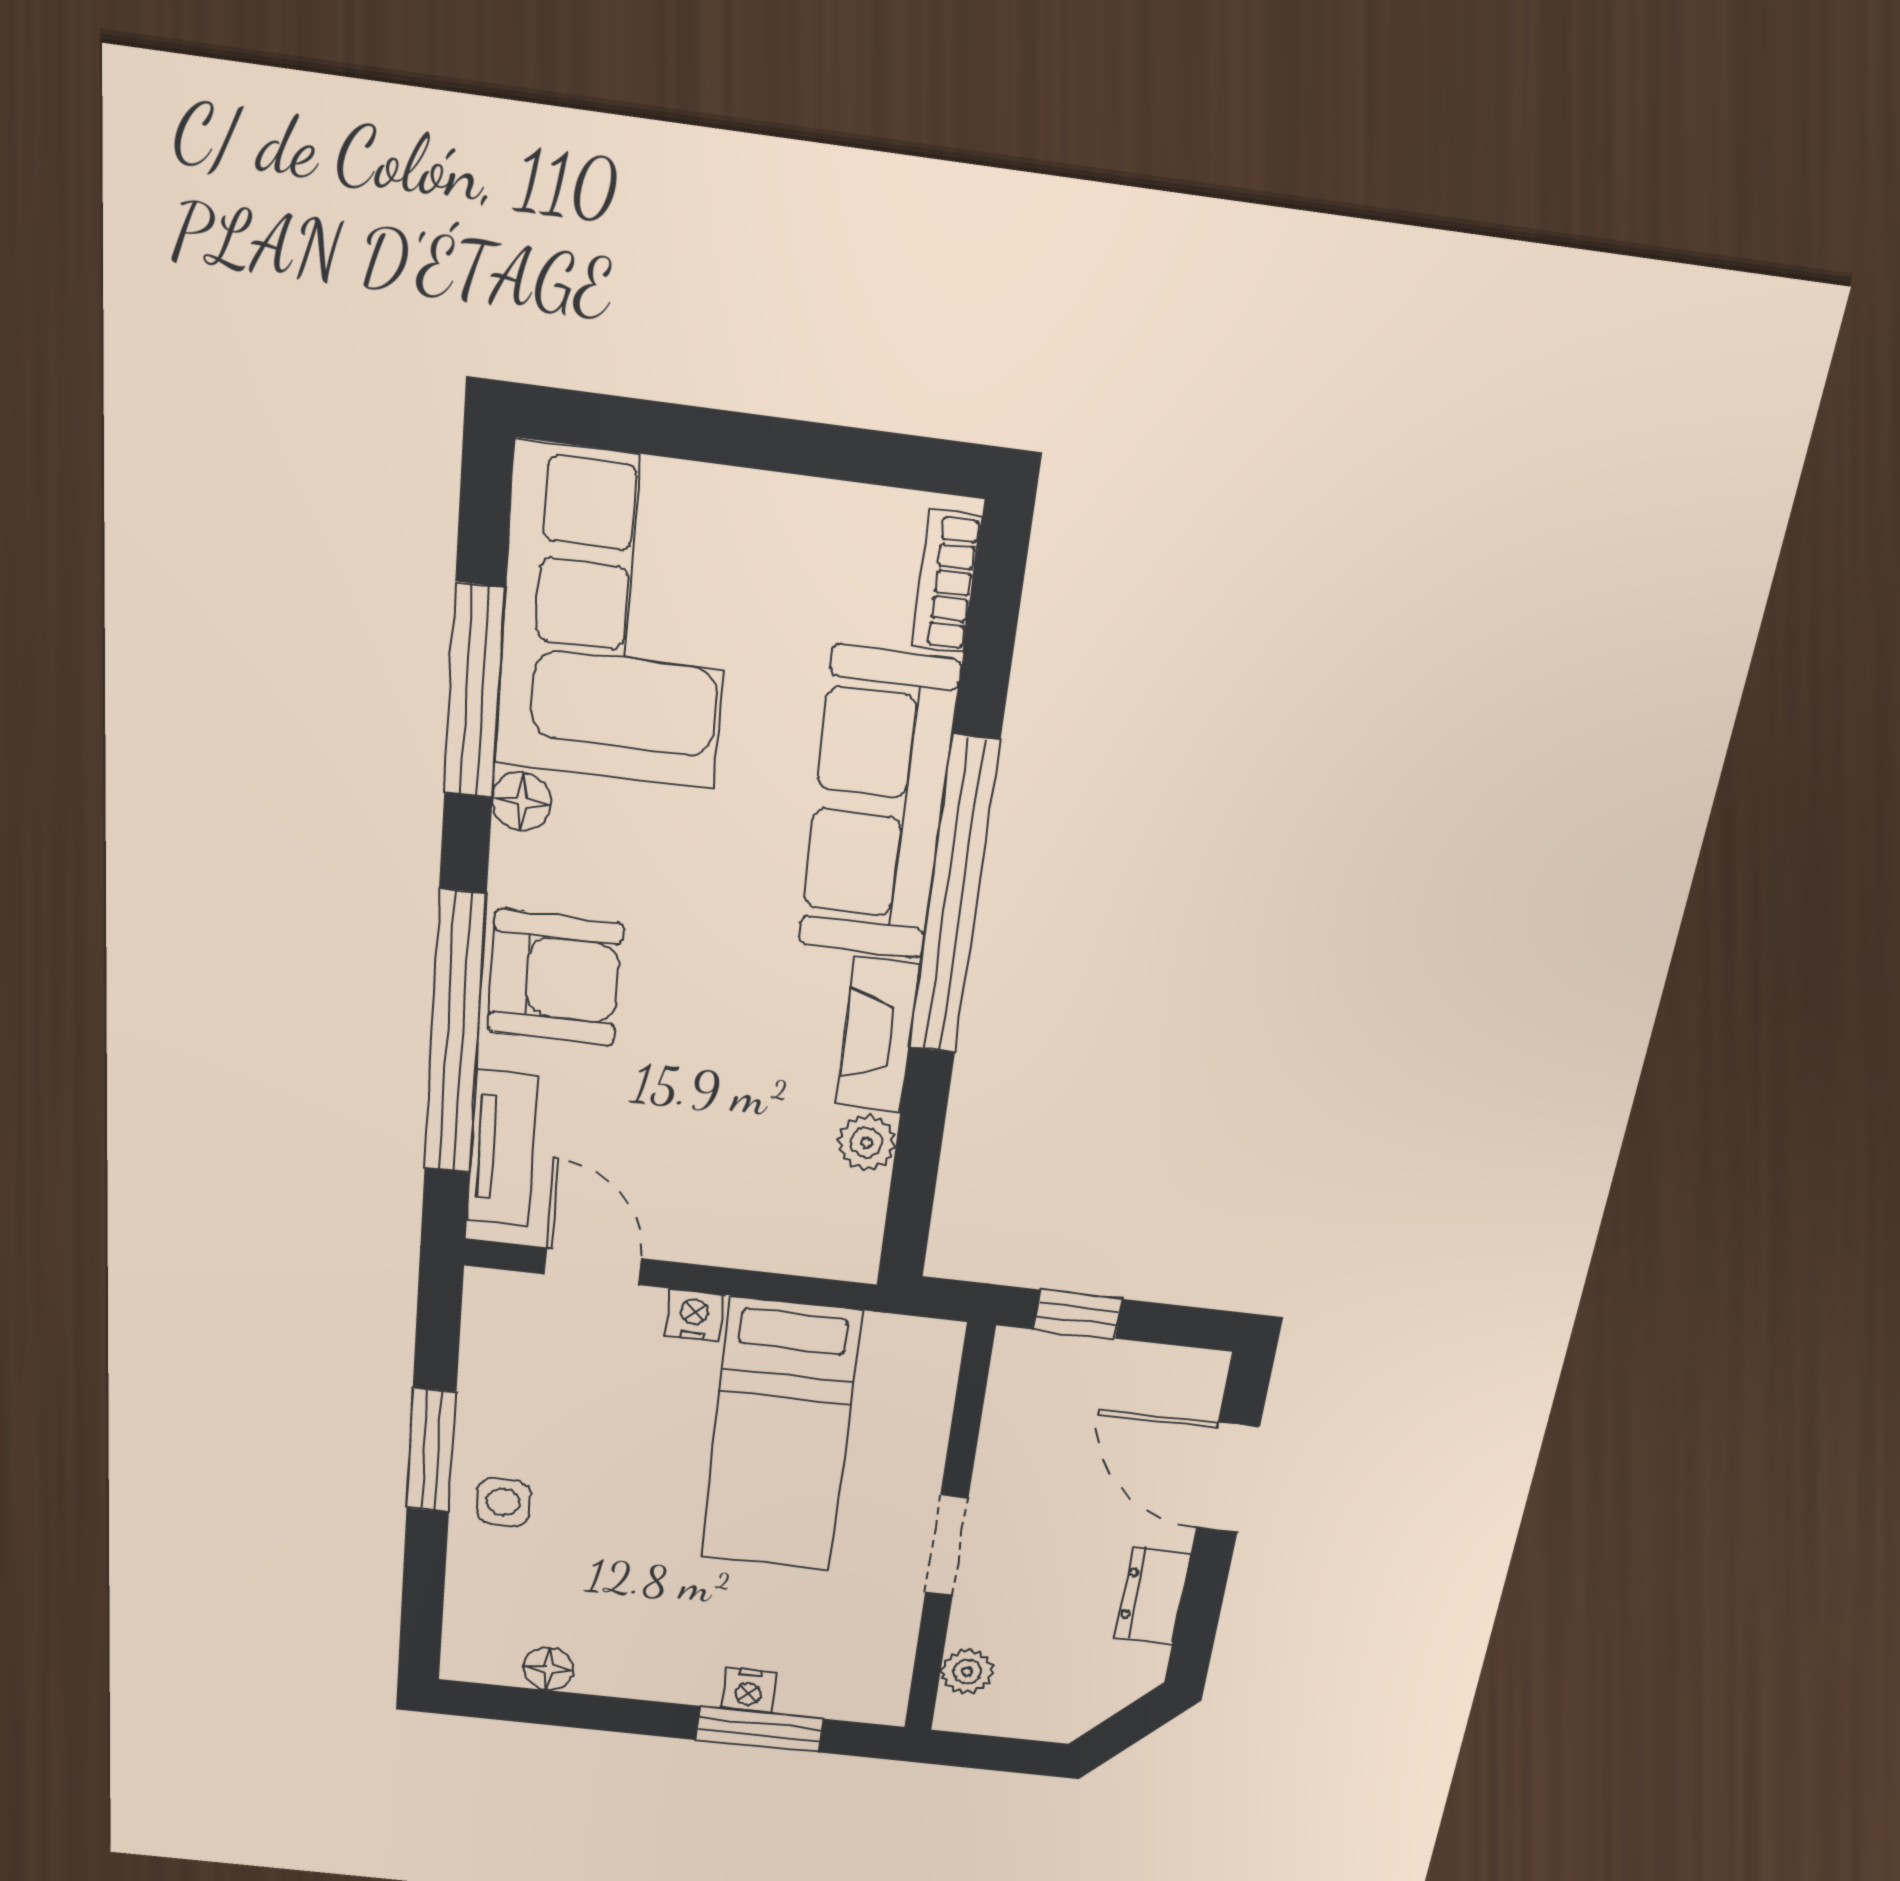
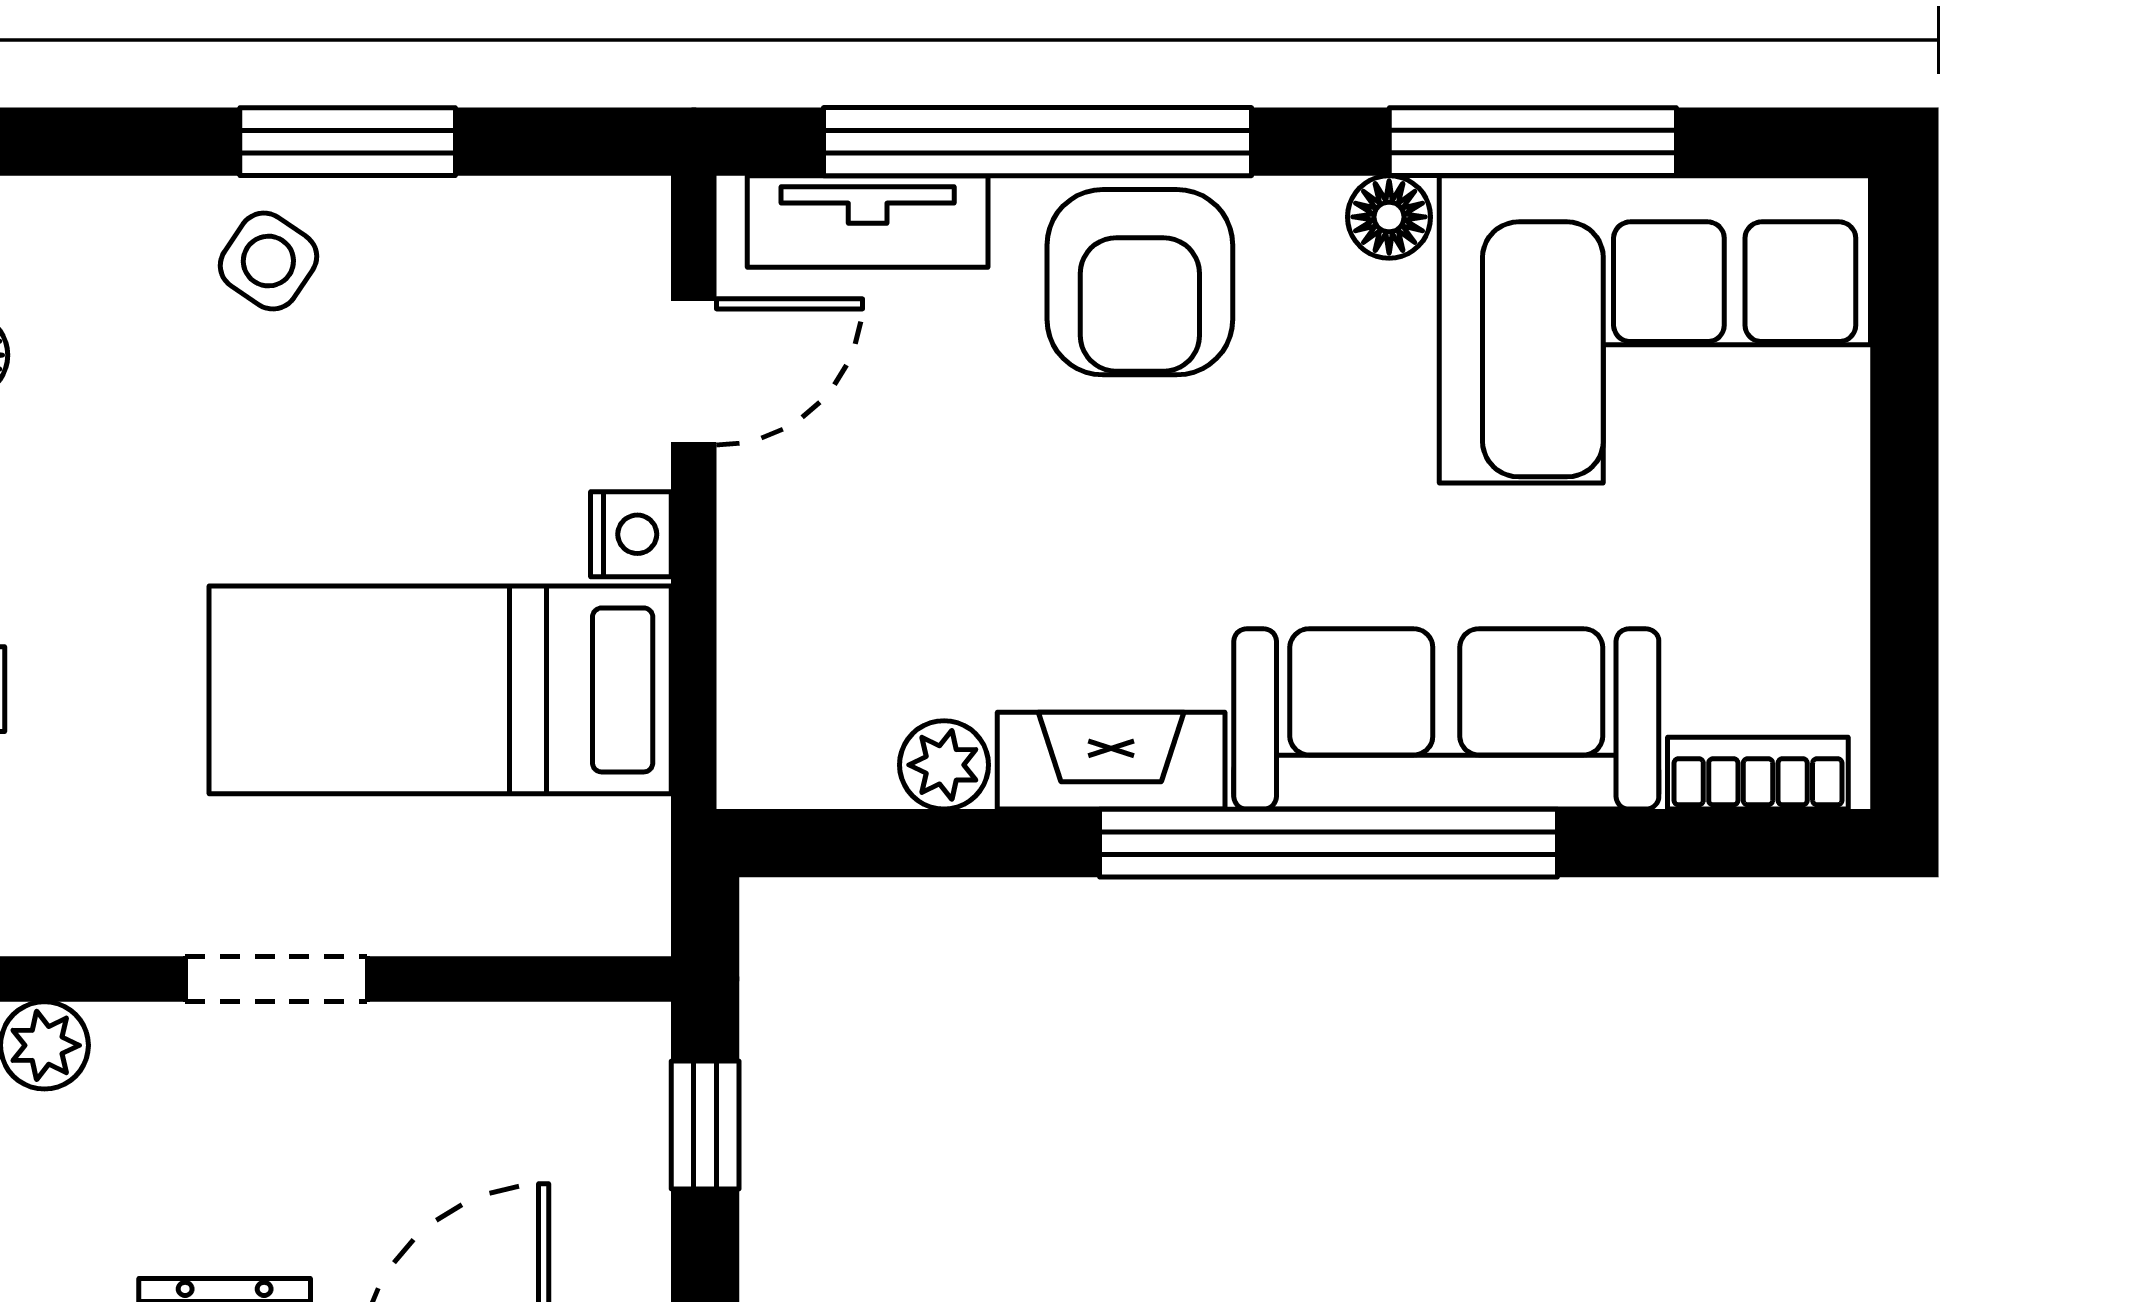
side table: (503, 1502) -> (268, 261), turned 34

